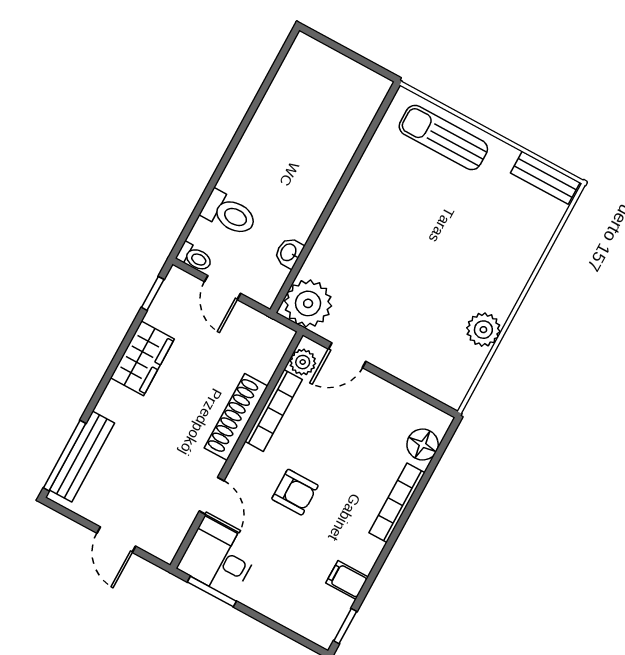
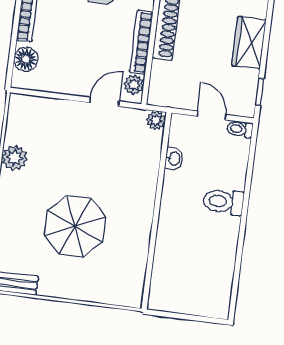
sun lounger: (443, 138) -> (96, 283), removed
toilet: (229, 213) -> (223, 202), moved
parasol: (442, 217) -> (75, 226), added
plant: (308, 303) -> (156, 121), width x0.53, depth x0.53

